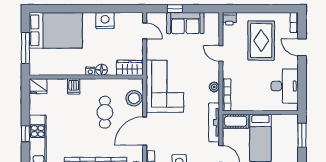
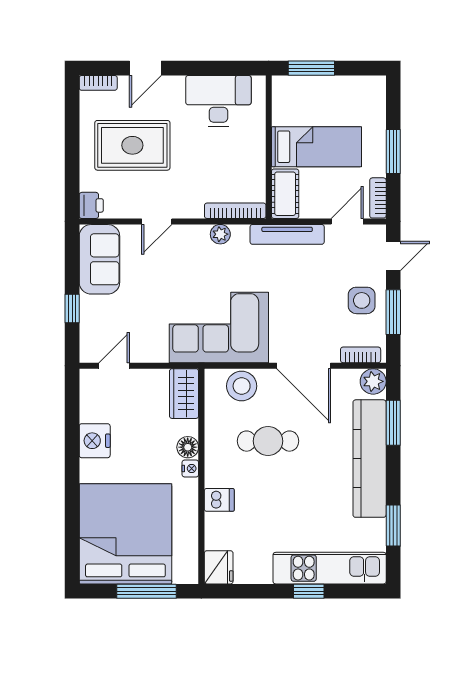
sofa: (185, 23) -> (99, 259), moved
bed: (56, 30) -> (125, 534), width x1.36

